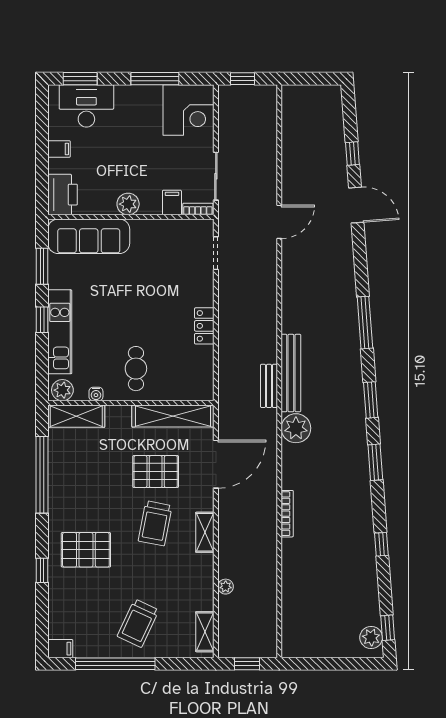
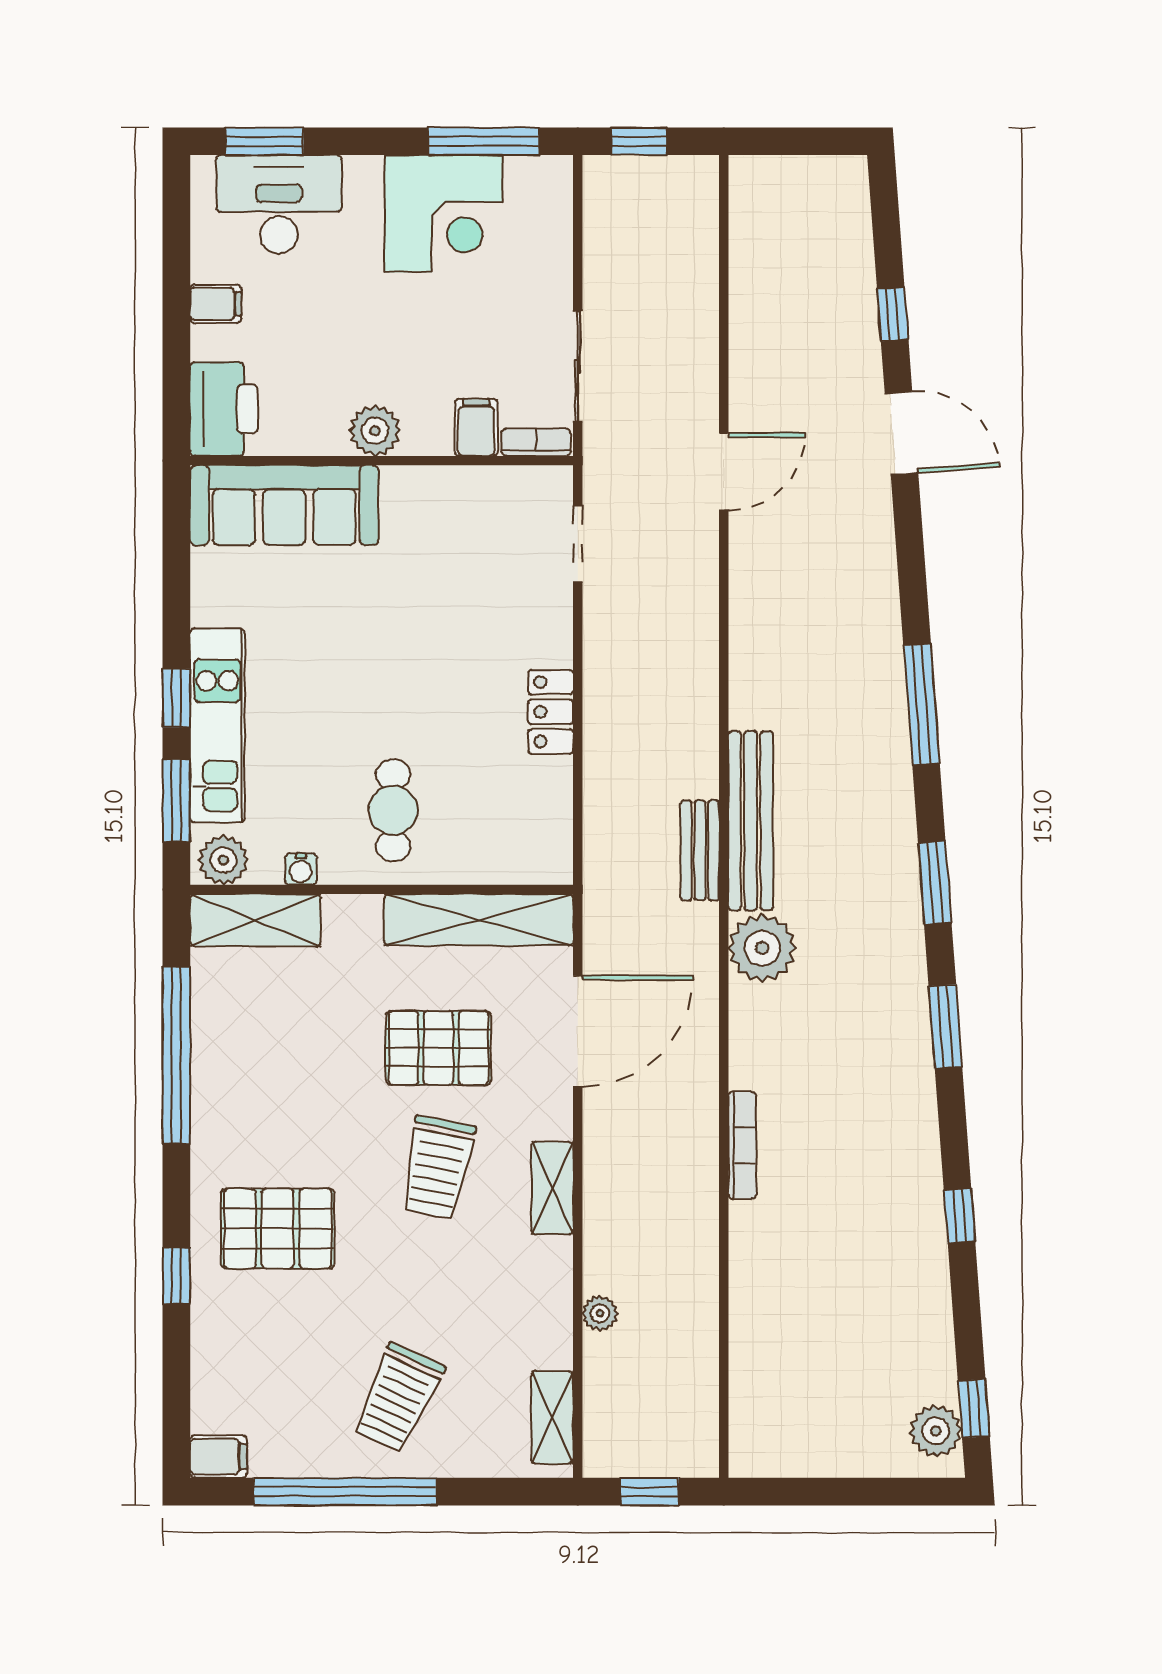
window: (155, 79) -> (484, 141), moved
corner desk: (189, 110) -> (443, 214), moved
window: (42, 266) -> (176, 801), moved

